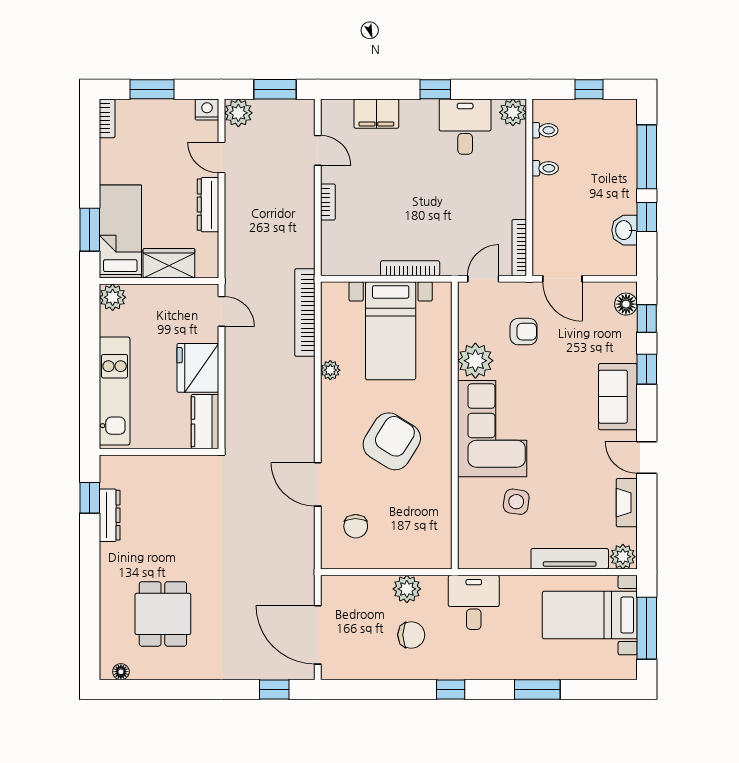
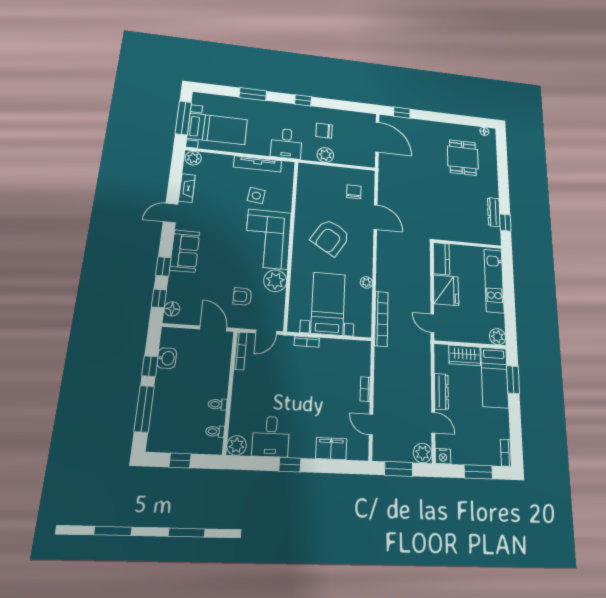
bookcase: (410, 268) -> (307, 342), width x0.64
door: (647, 457) -> (171, 213), swing flipped
tv unit: (570, 559) -> (258, 164), moved

